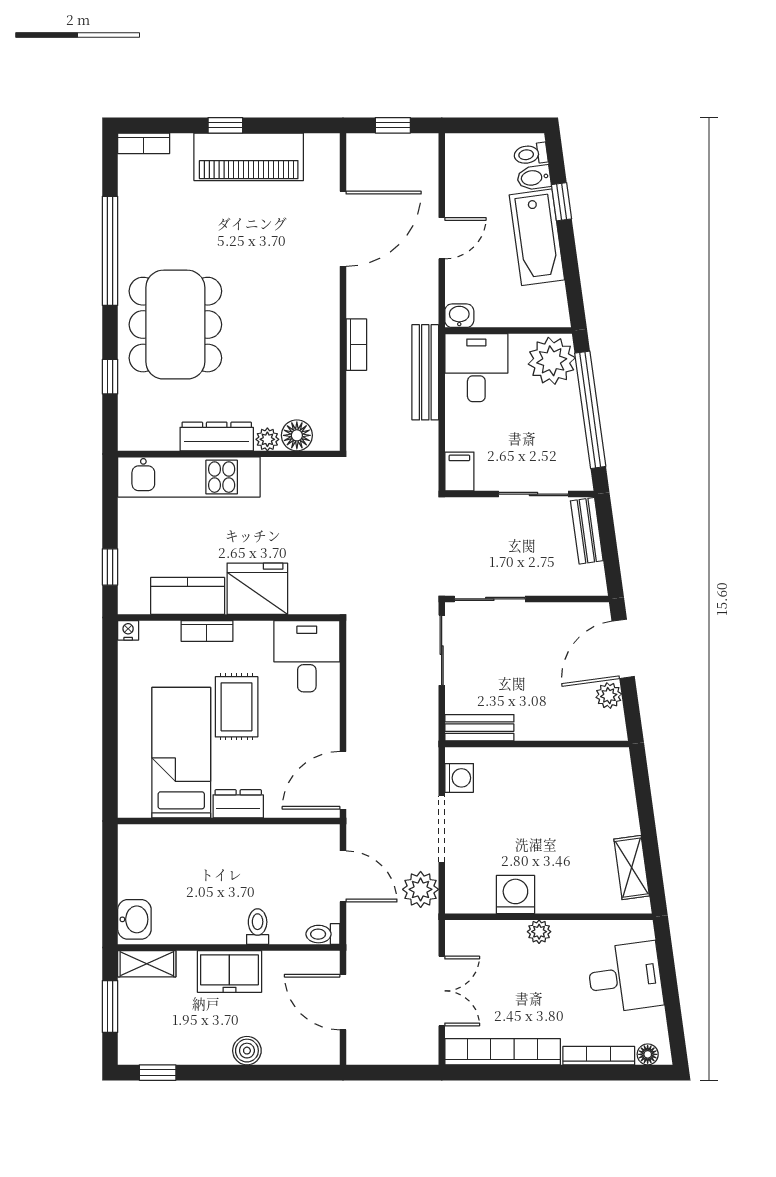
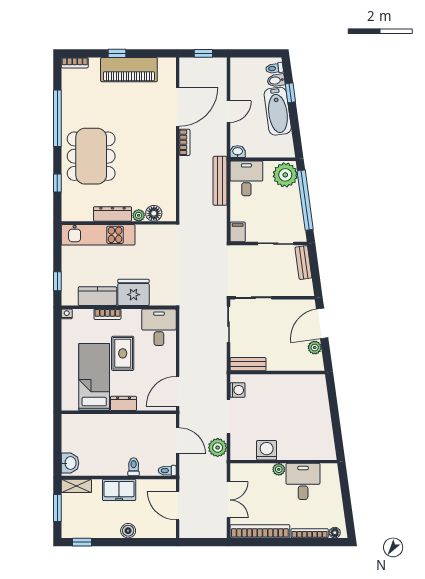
bookcase: (356, 345) -> (184, 142), moved
shelving: (632, 868) -> (326, 436), removed
desk: (625, 977) -> (303, 481), moved, turned -82

